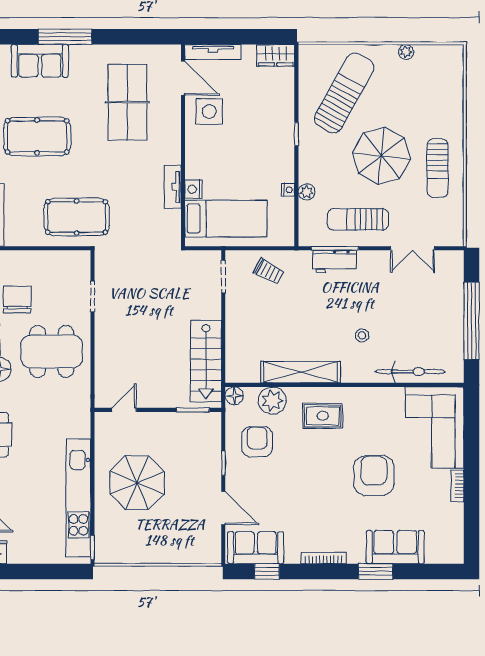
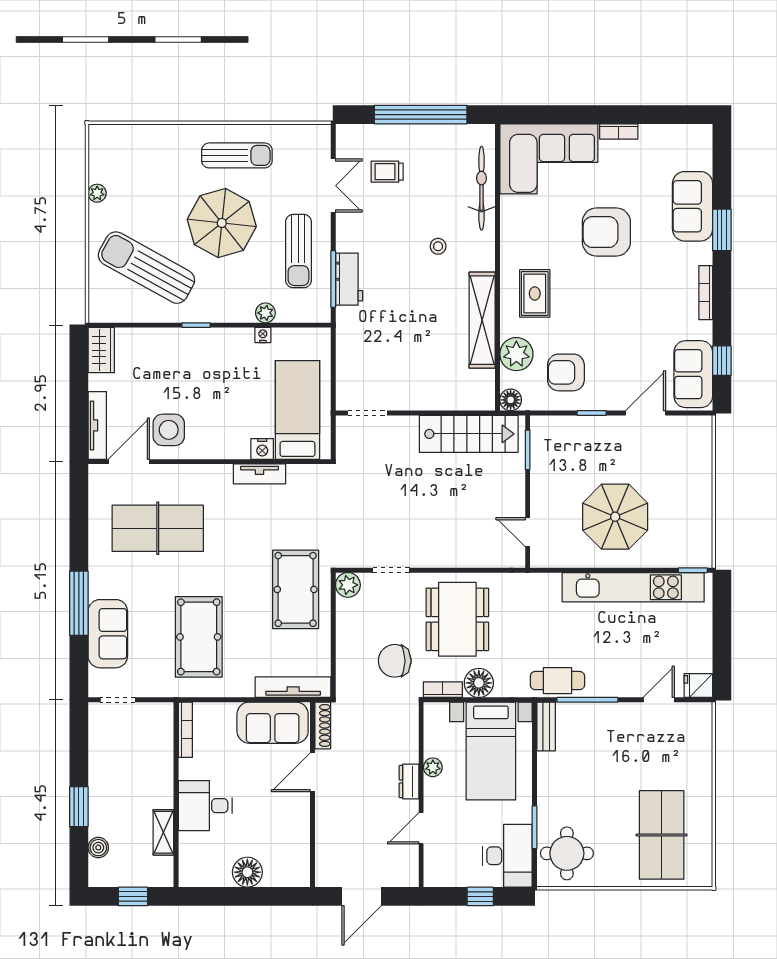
plant: (80, 260) -> (348, 585), added
trolley: (269, 271) -> (387, 172), moved, turned -118

